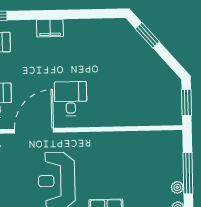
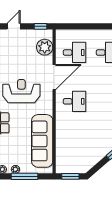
door: (34, 131) -> (54, 77), hinge flipped
sofa: (133, 147) -> (42, 141), added

